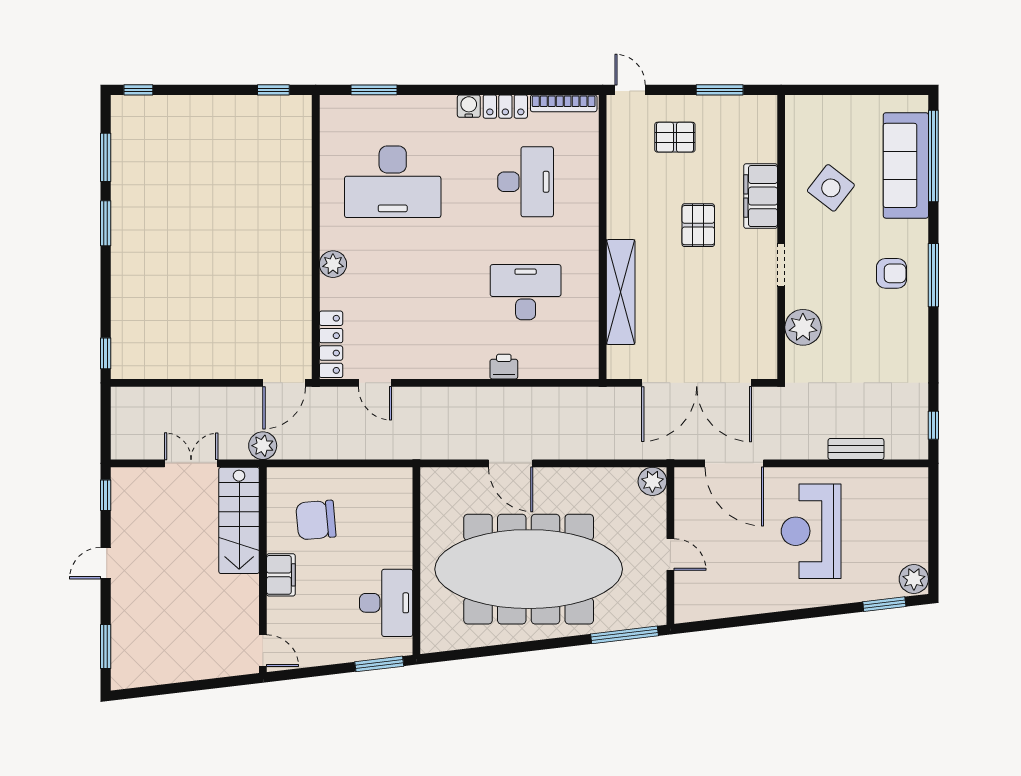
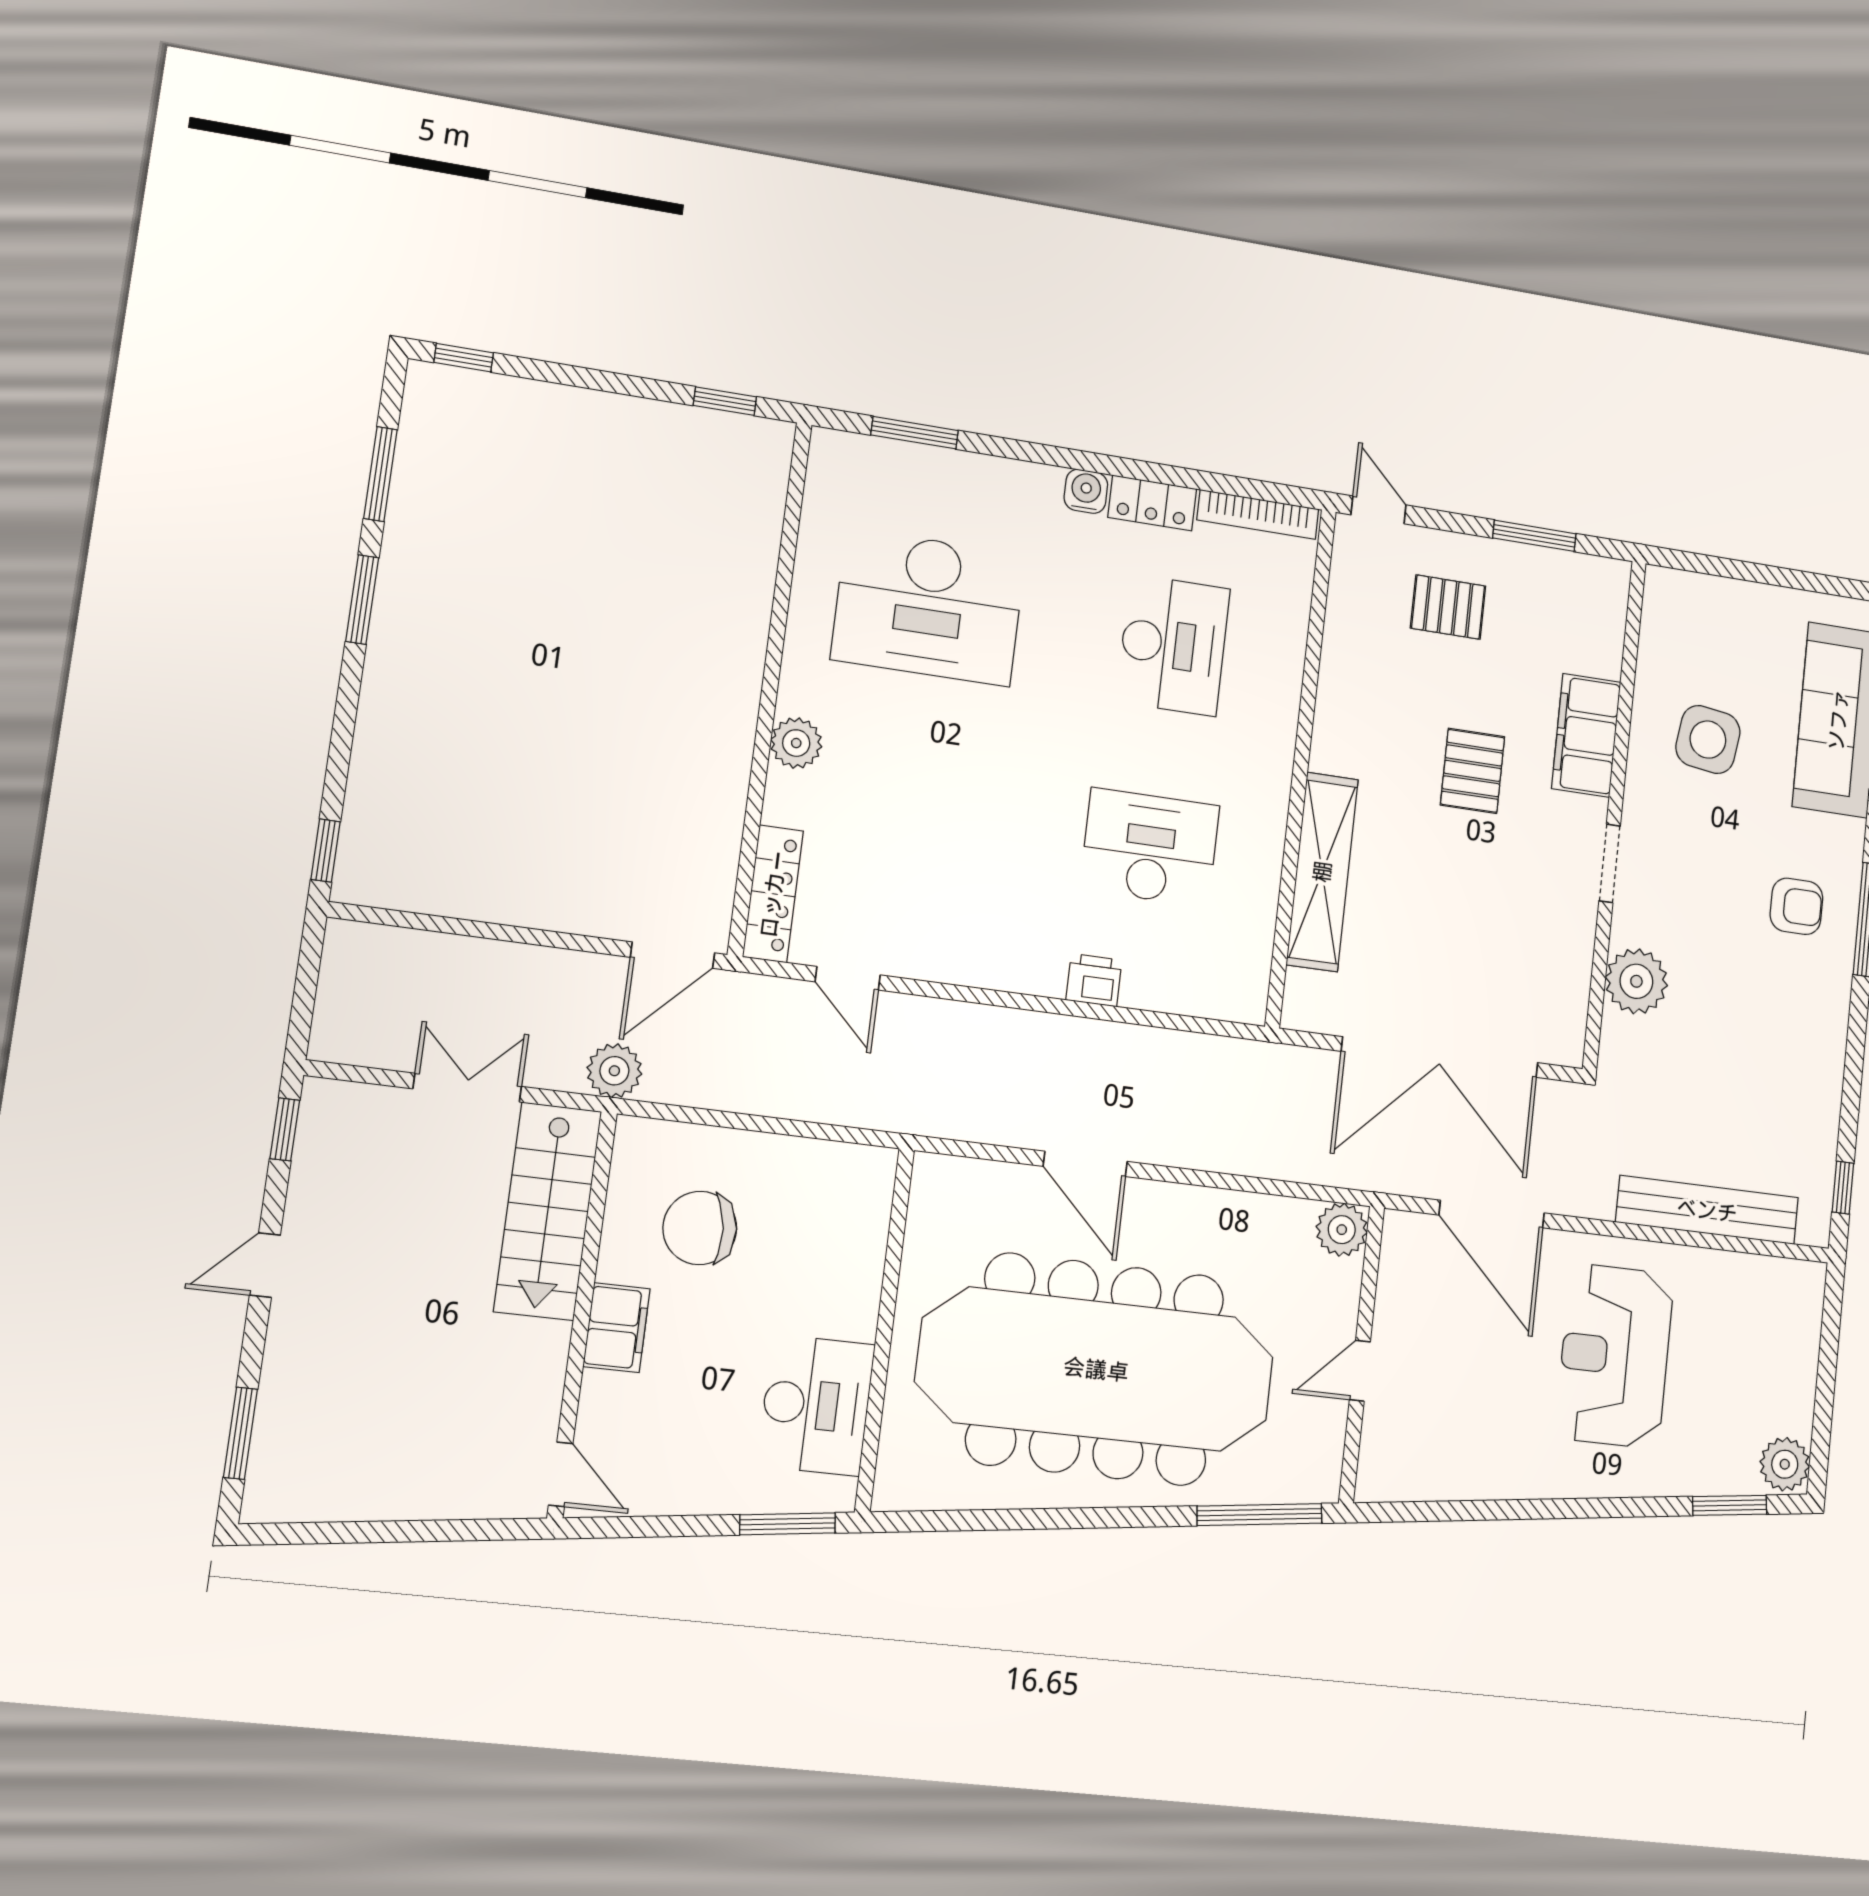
side table: (831, 188) -> (1708, 740), turned -30
bench: (856, 449) -> (1707, 1210), width x1.86, depth x1.21
door: (670, 554) -> (1360, 1371), swing flipped

